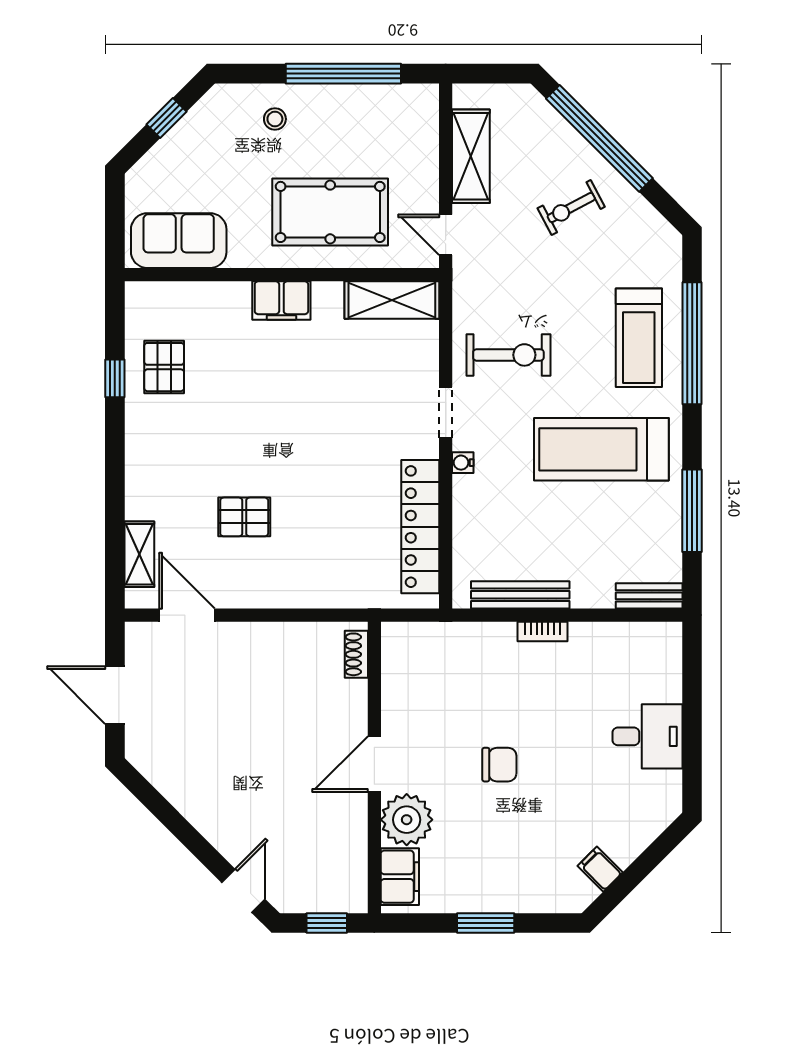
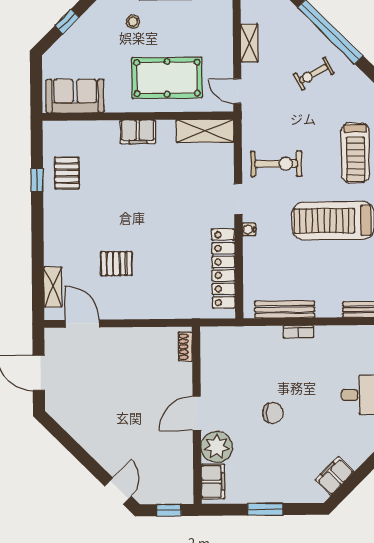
shelving: (471, 156) -> (249, 43), width x0.67, depth x0.75
filing cabinet: (600, 869) -> (335, 476), width x2.00

